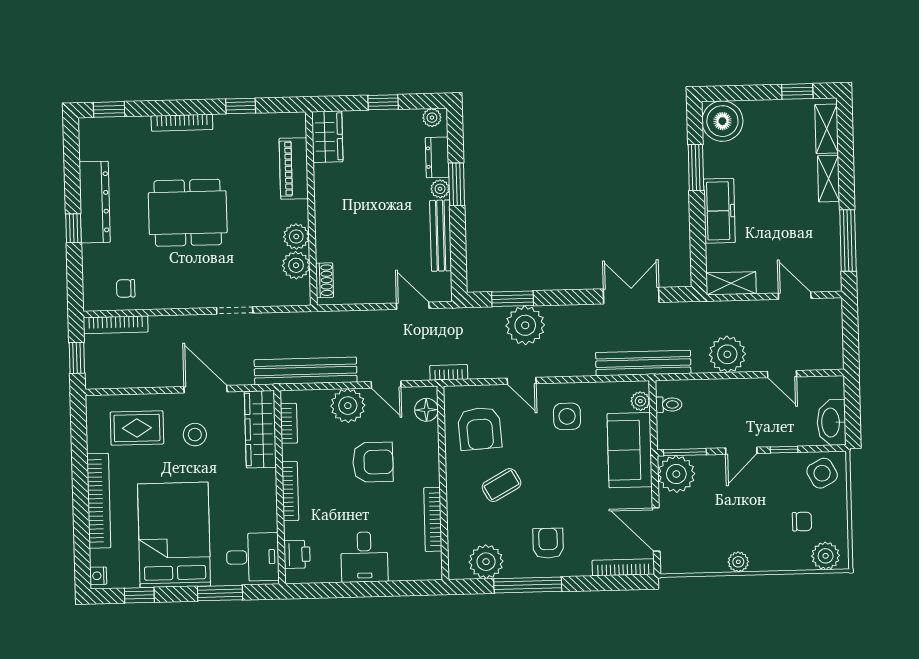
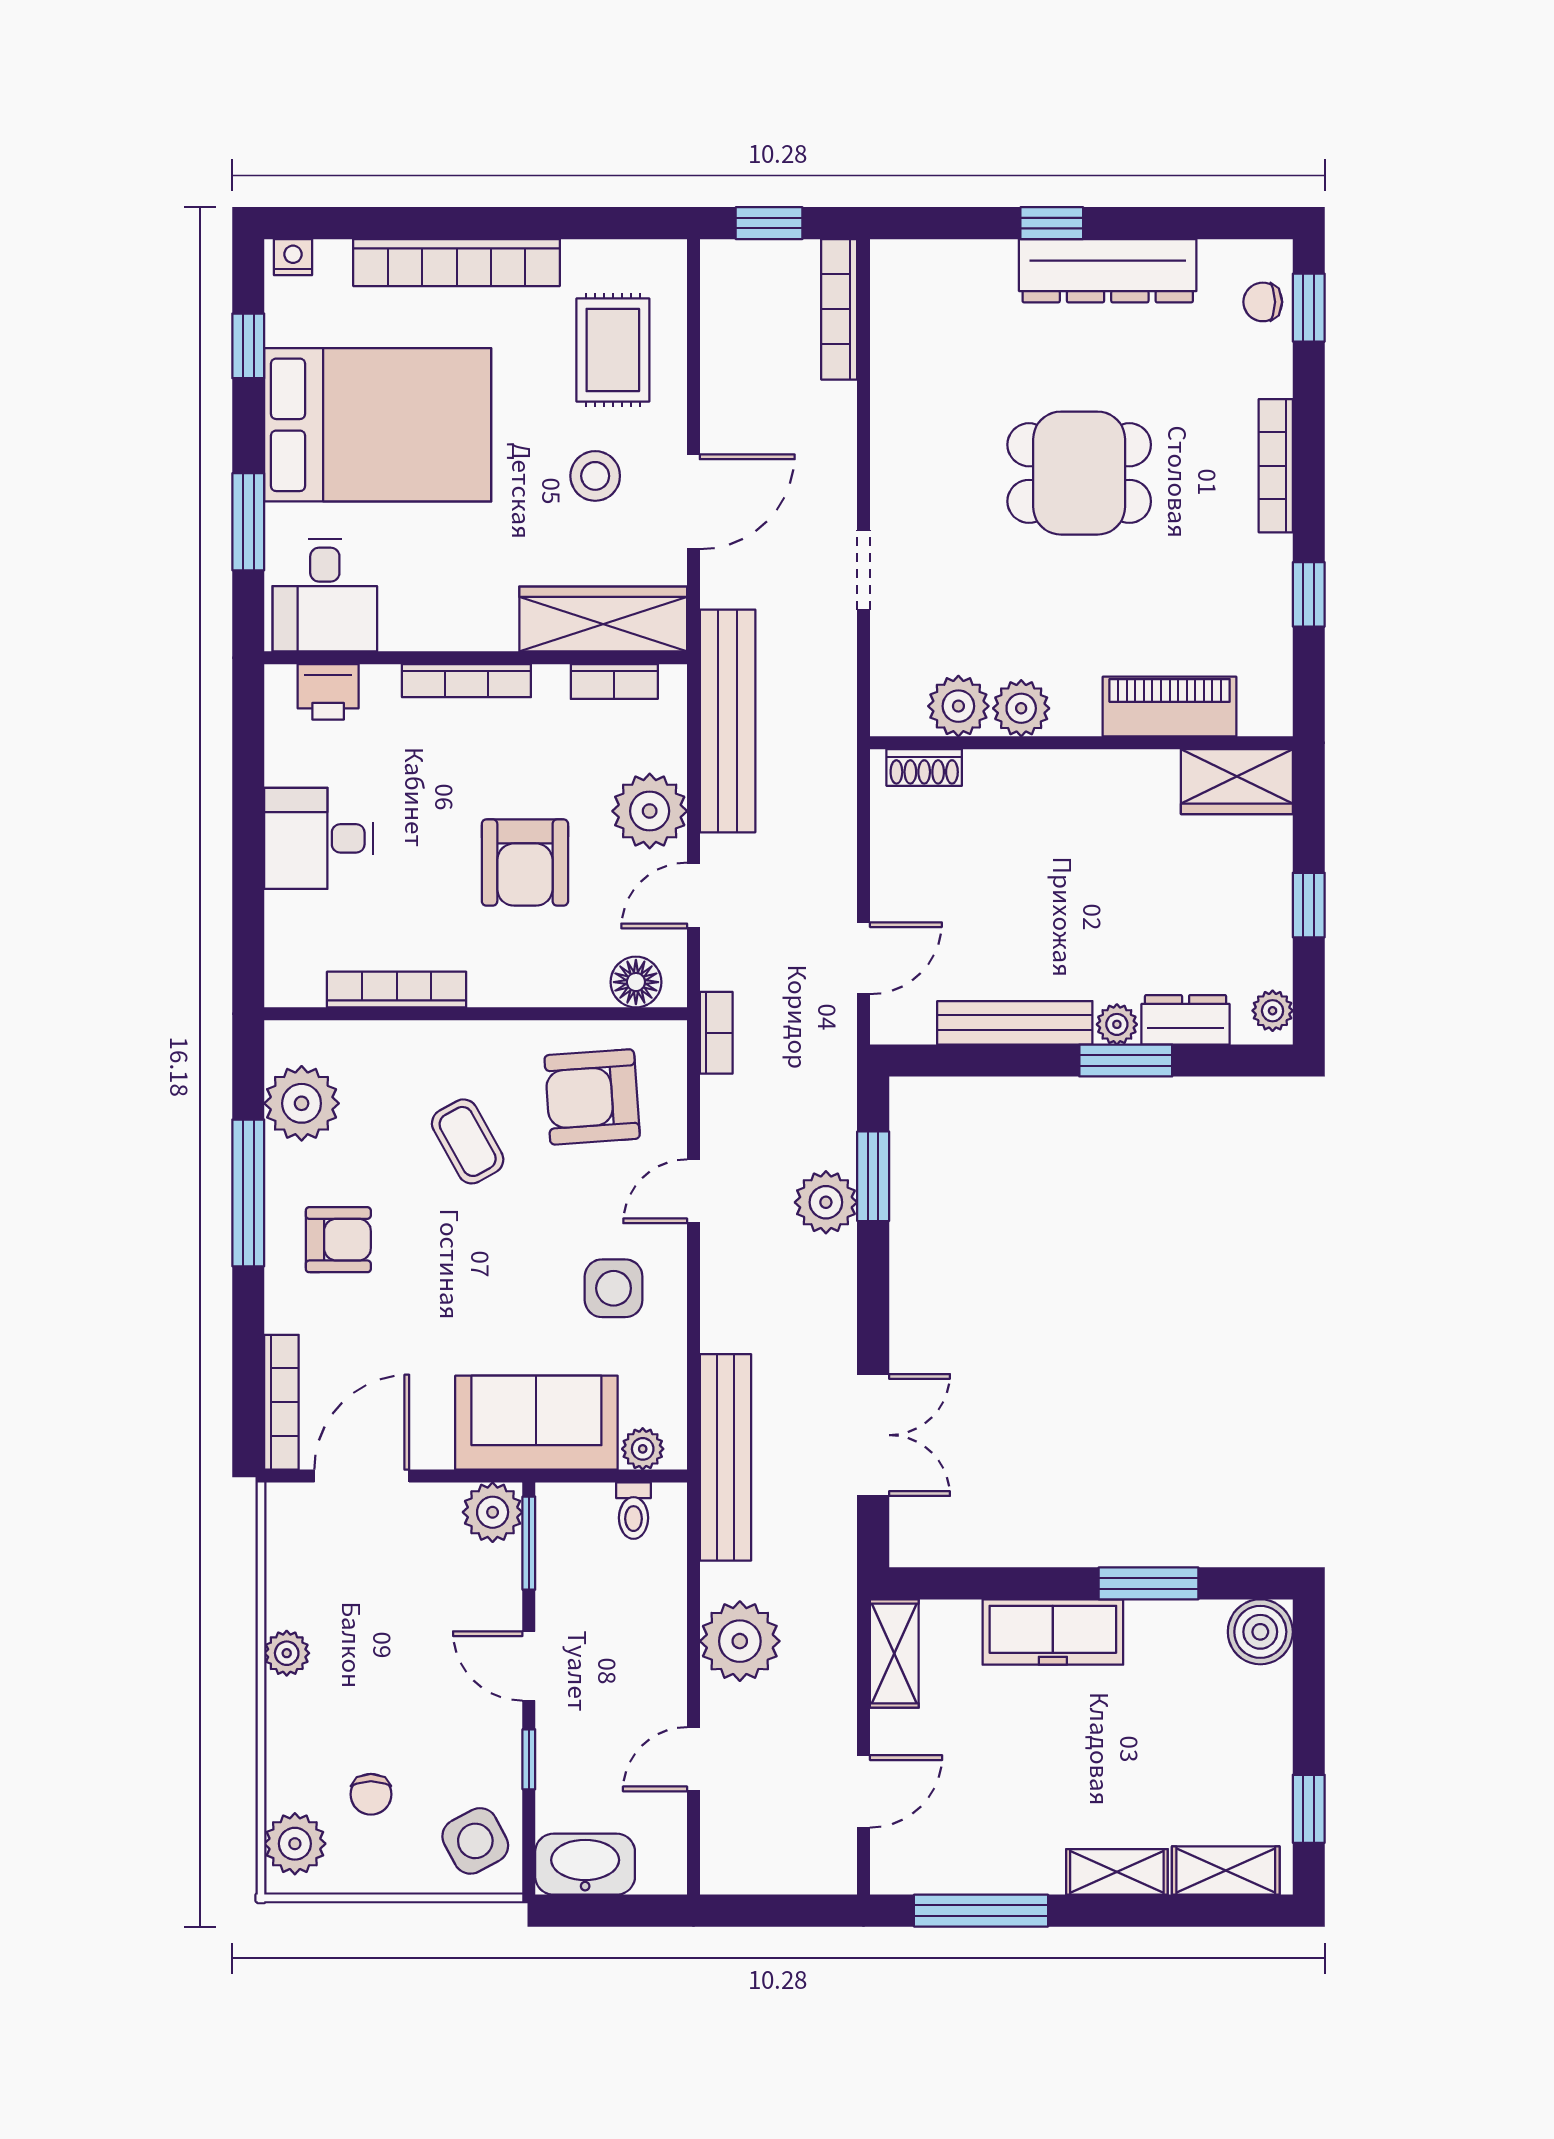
boiler: (722, 121) -> (1260, 1632), width x0.73, depth x0.73
dining table: (188, 213) -> (1079, 473), width x0.73
chair: (126, 288) -> (1263, 302), moved, turned -90
plant: (525, 325) -> (826, 1202), width x0.73, depth x0.73
plant: (676, 474) -> (493, 1512), width x0.73, depth x0.73

